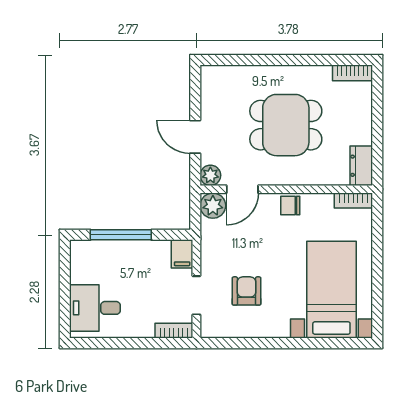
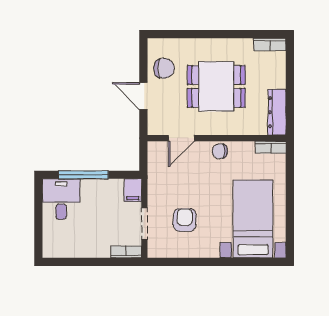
chair: (221, 102) -> (164, 68), added
dresser: (361, 166) -> (277, 112), width x1.44
plant: (210, 175) -> (156, 127), removed
plant: (213, 206) -> (158, 151), removed
desk: (95, 308) -> (61, 199), moved, turned 90

